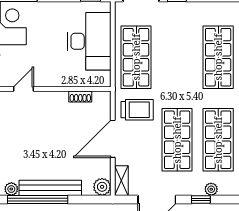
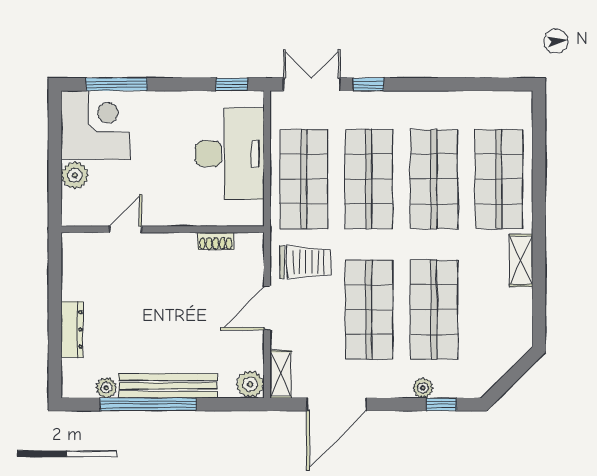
shop shelf: (177, 57) -> (369, 179), added
door: (113, 139) -> (267, 308), width x0.73
window: (201, 199) -> (441, 404), moved

